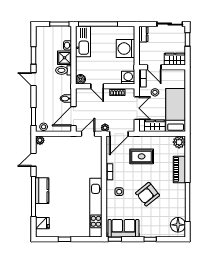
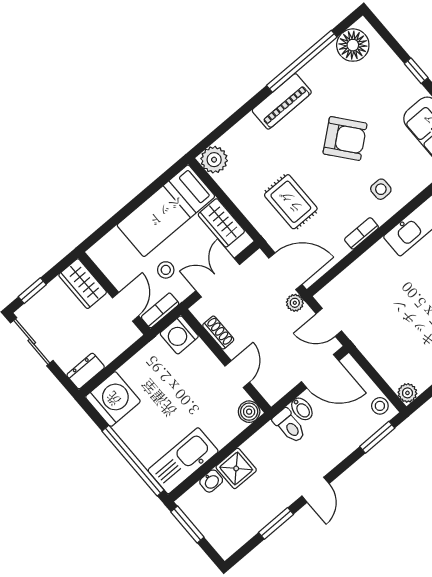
washing machine: (125, 49) -> (113, 399), moved, turned -90
toilet: (64, 70) -> (289, 426), moved
piano: (179, 169) -> (282, 101), moved

